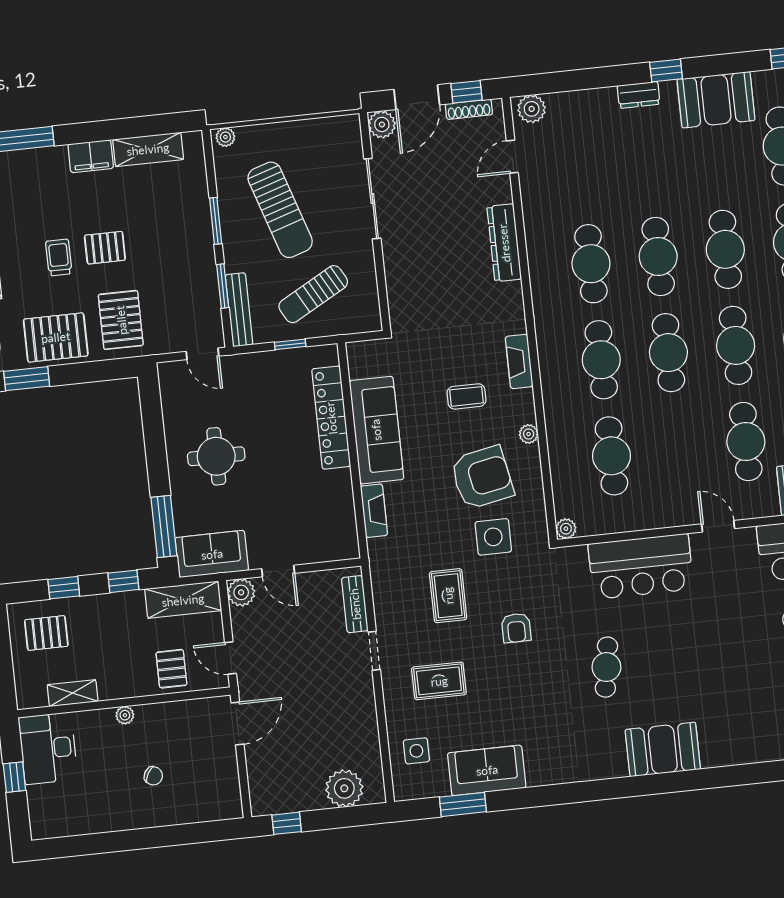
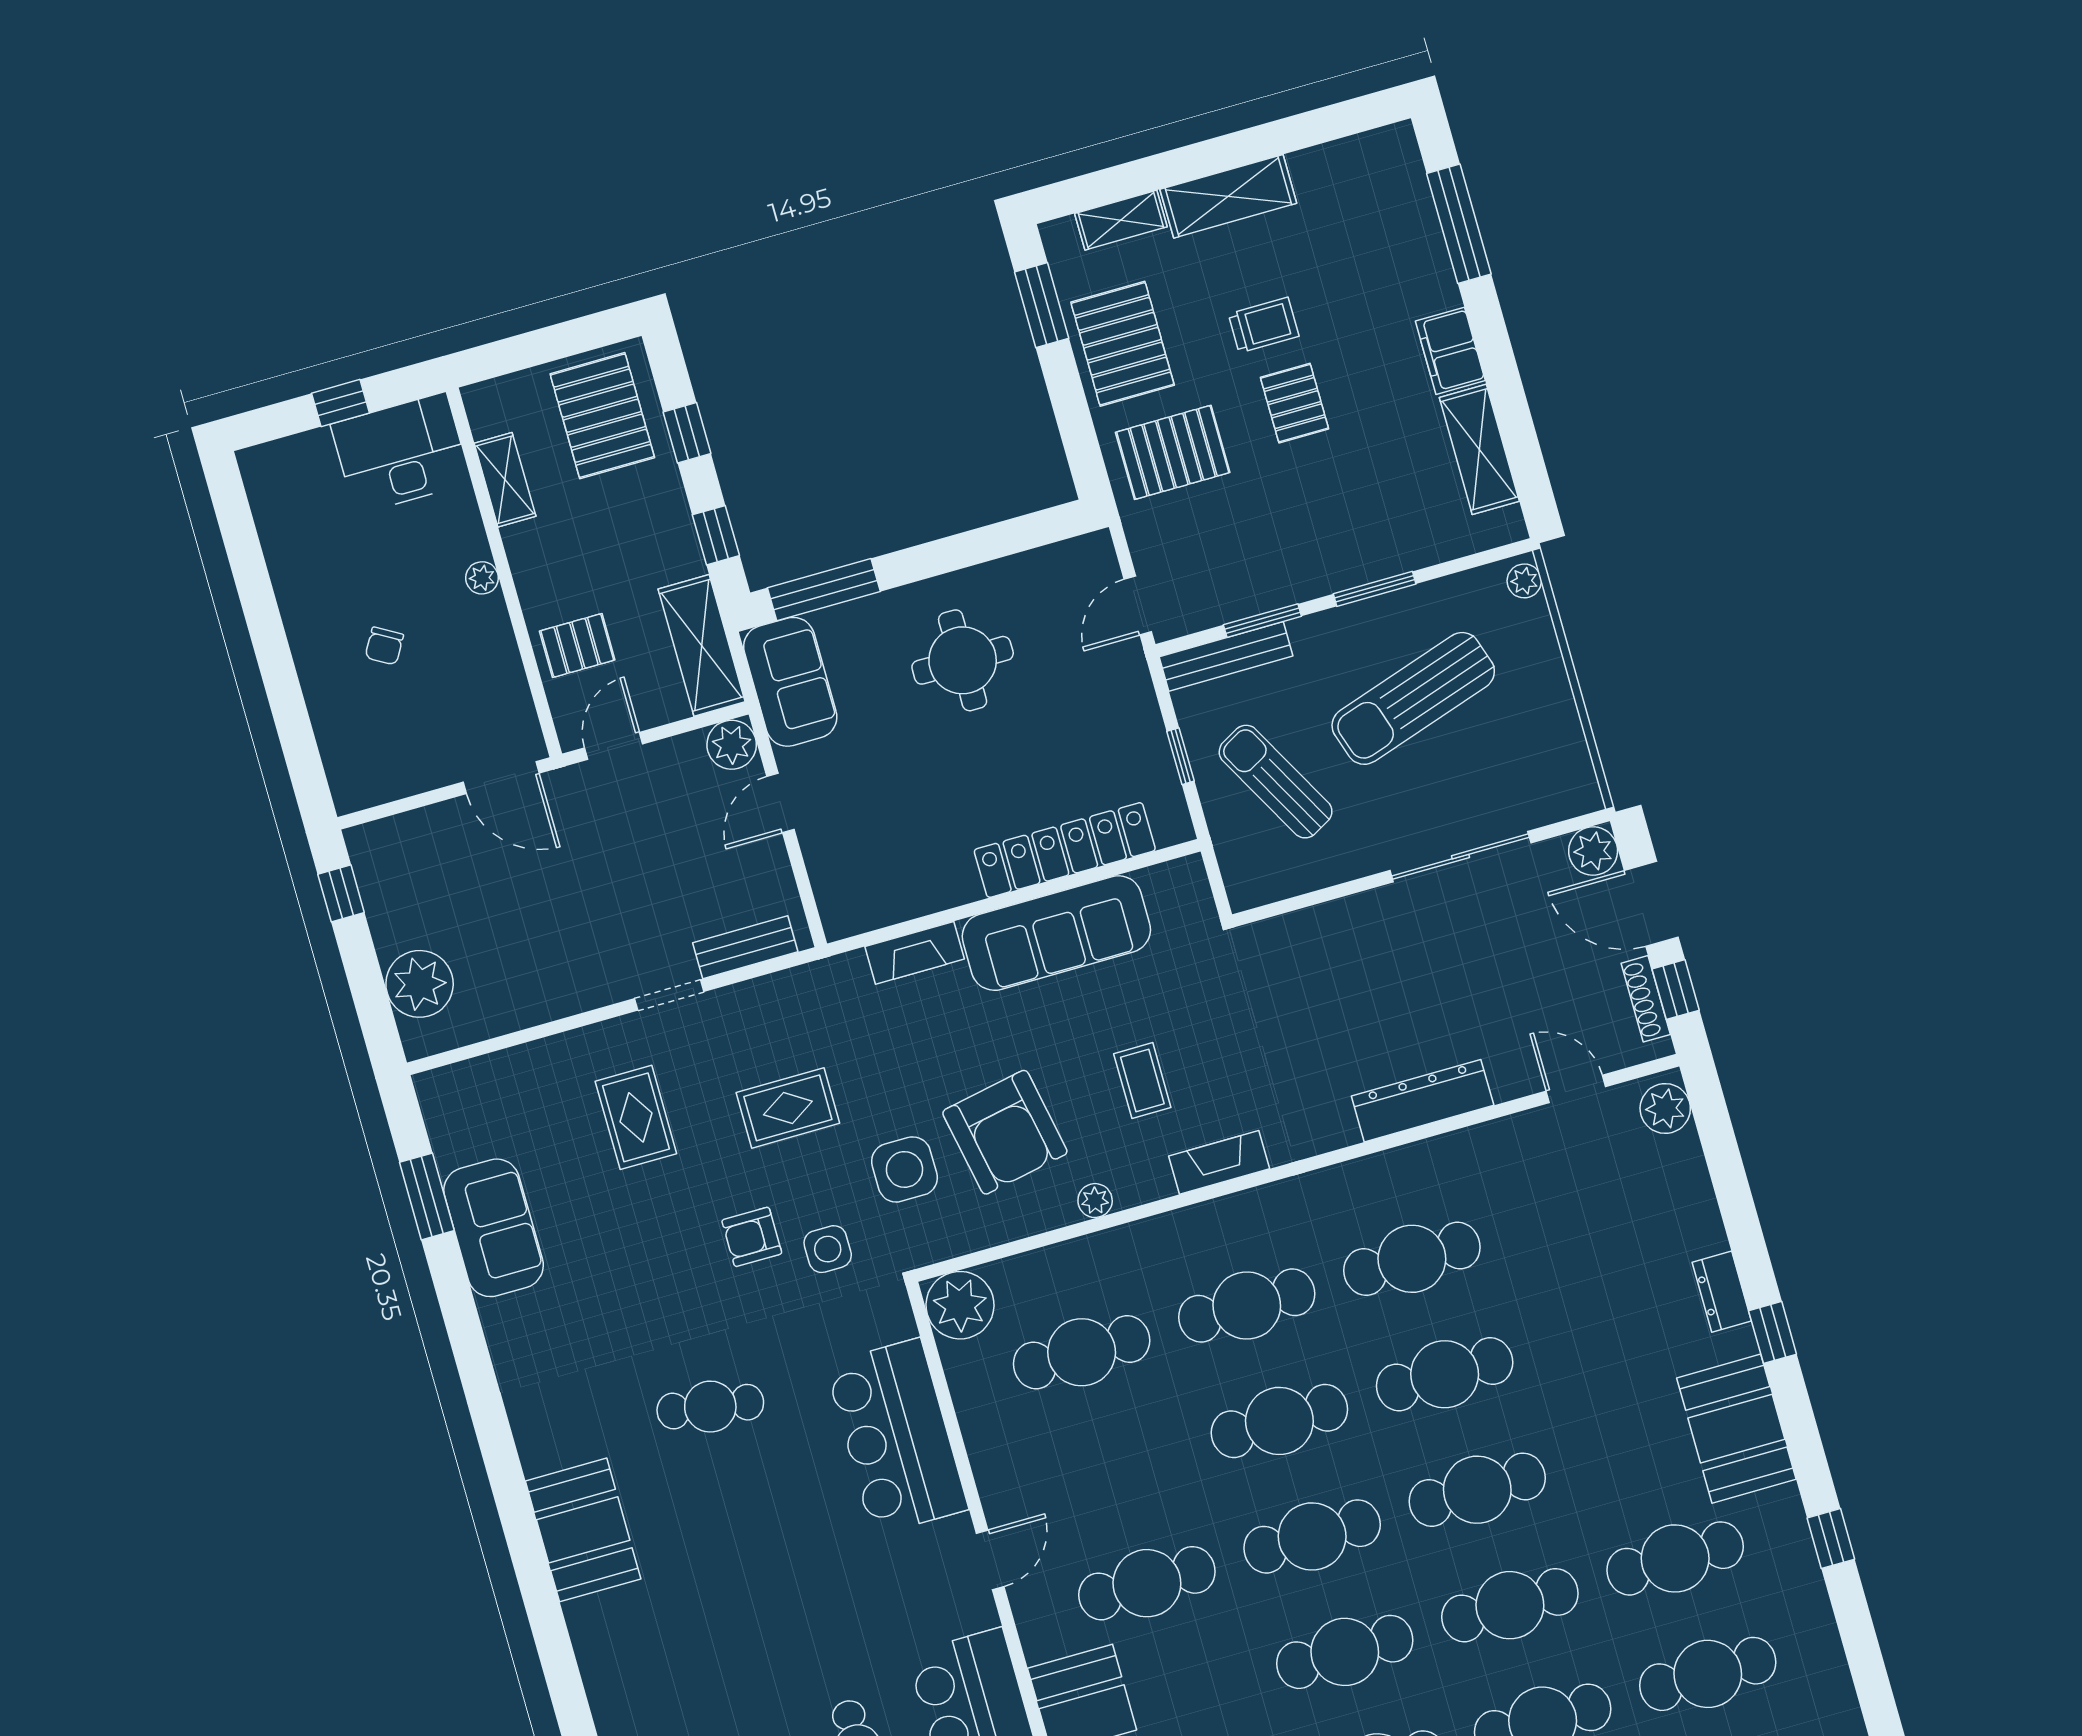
plant: (566, 529) -> (960, 1305), width x1.87, depth x1.87
pallet: (46, 633) -> (602, 416), width x1.50, depth x1.42
side table: (416, 751) -> (828, 1249), moved

